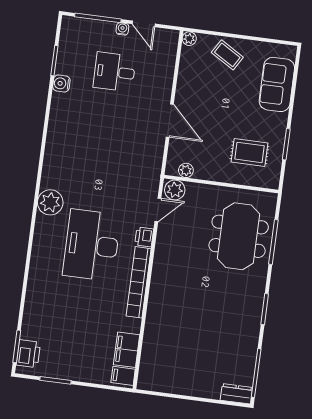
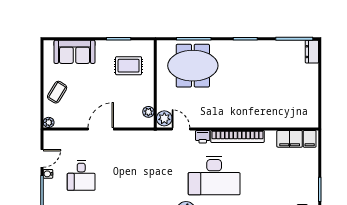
door: (170, 121) -> (101, 129), moved
rug: (249, 152) -> (129, 66), turned 90

